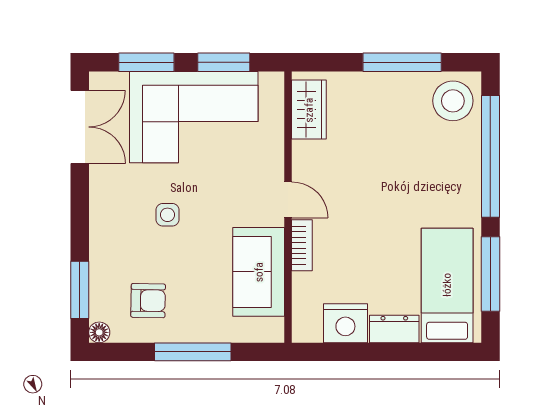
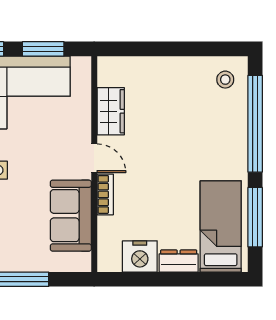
window: (402, 62) -> (185, 49), removed
stool: (453, 101) -> (225, 80), width x0.53, depth x0.53
wardrobe: (309, 110) -> (111, 111), moved

